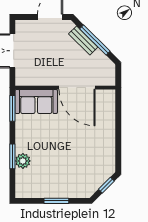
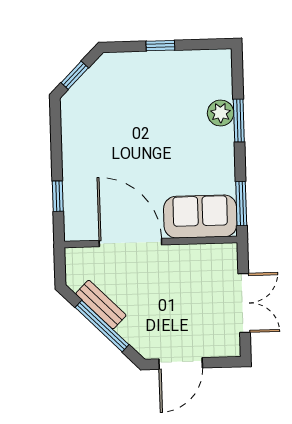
bench: (83, 40) -> (101, 305), moved
window: (118, 116) -> (58, 196), added
window: (56, 201) -> (160, 46), width x0.67

